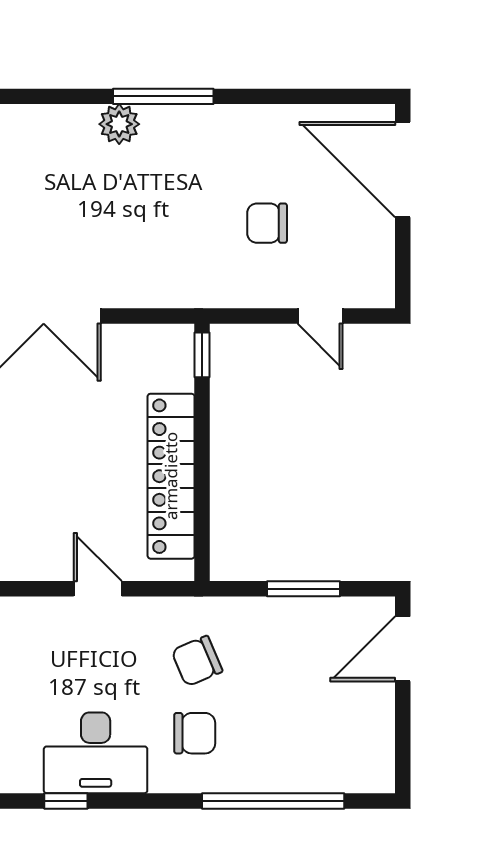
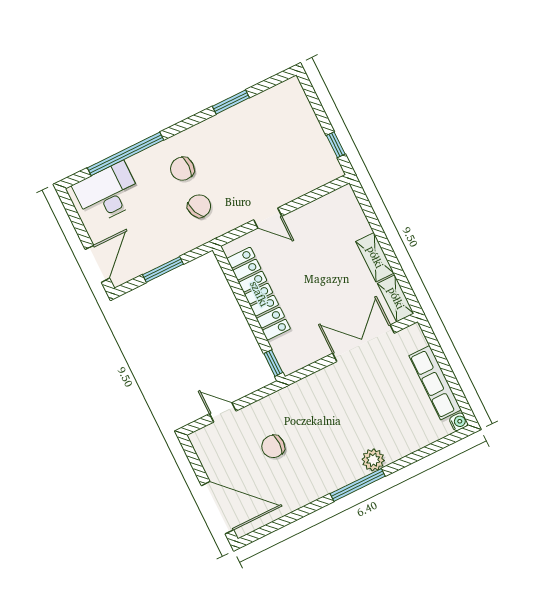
chair: (267, 223) -> (273, 446), turned 180
desk: (96, 753) -> (107, 193), moved
window: (66, 801) -> (231, 102), width x1.50

